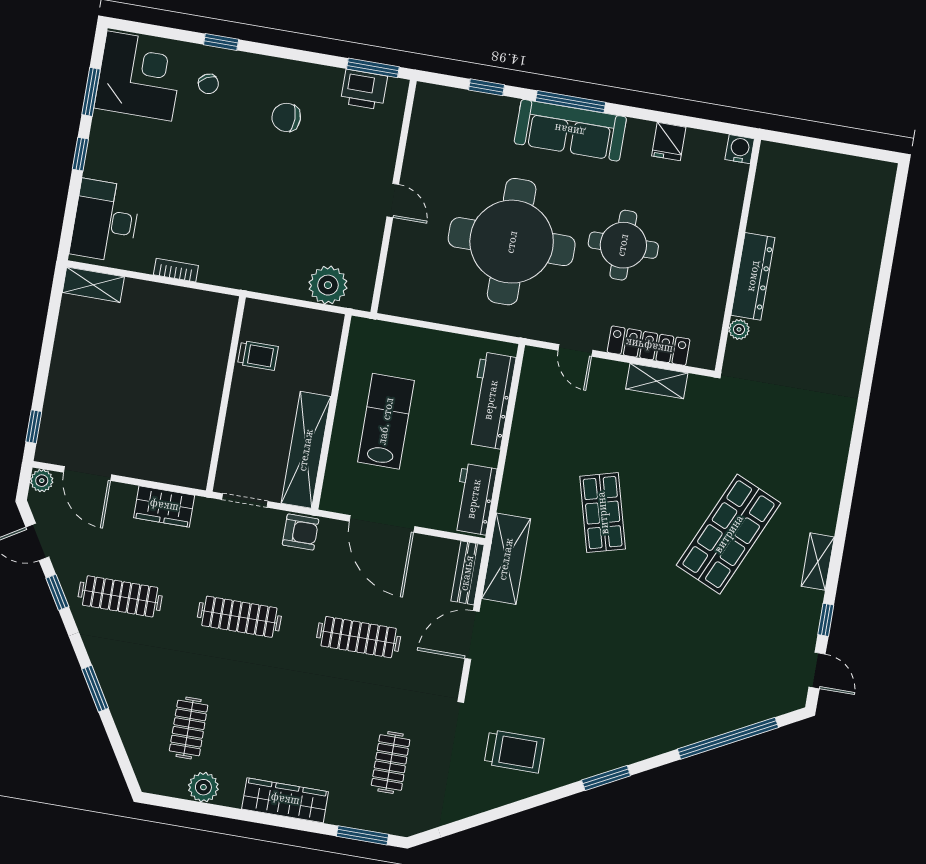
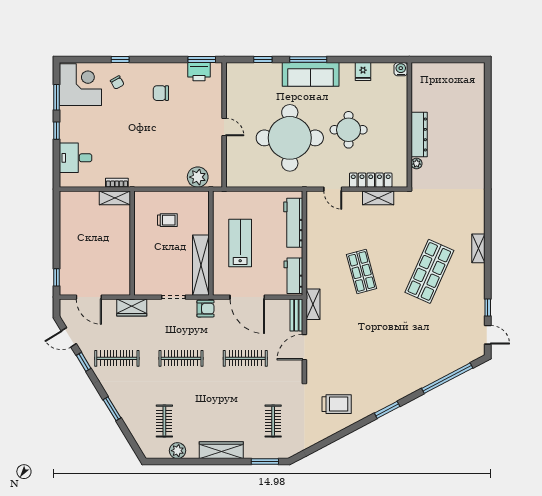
desk: (105, 221) -> (76, 158), width x0.73
shelving: (93, 285) -> (115, 198), moved
wall: (226, 394) -> (132, 243), moved
plant: (42, 481) -> (66, 305), removed
shelving: (506, 559) -> (313, 304), width x0.67, depth x0.75
shelving: (818, 562) -> (478, 248), moved

